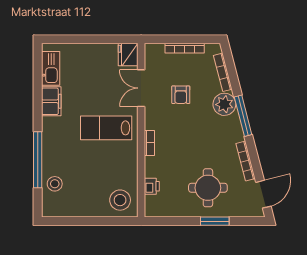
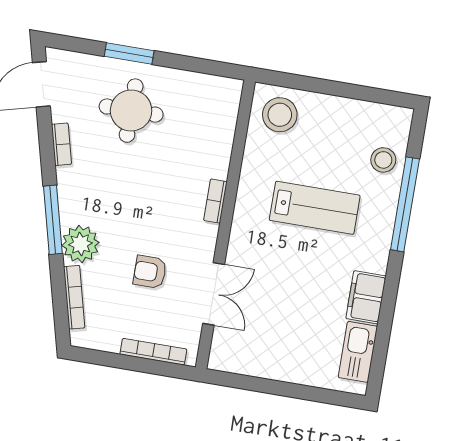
bookcase: (185, 48) -> (153, 352), moved
fridge: (128, 55) -> (226, 353), removed
armchair: (181, 95) -> (150, 272), turned -90
lab bench: (106, 128) -> (315, 208), moved
bookcase: (246, 161) -> (61, 144), width x0.64
printer: (152, 186) -> (224, 129), removed

